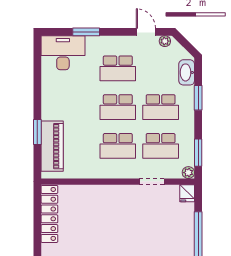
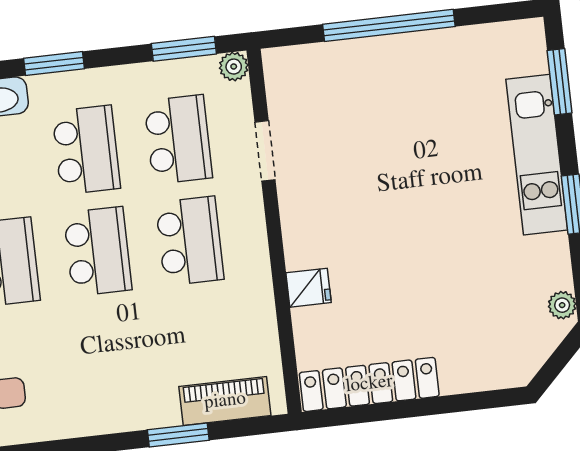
piano: (52, 146) -> (225, 401), width x0.73, depth x0.75
fridge: (187, 193) -> (309, 288), moved

